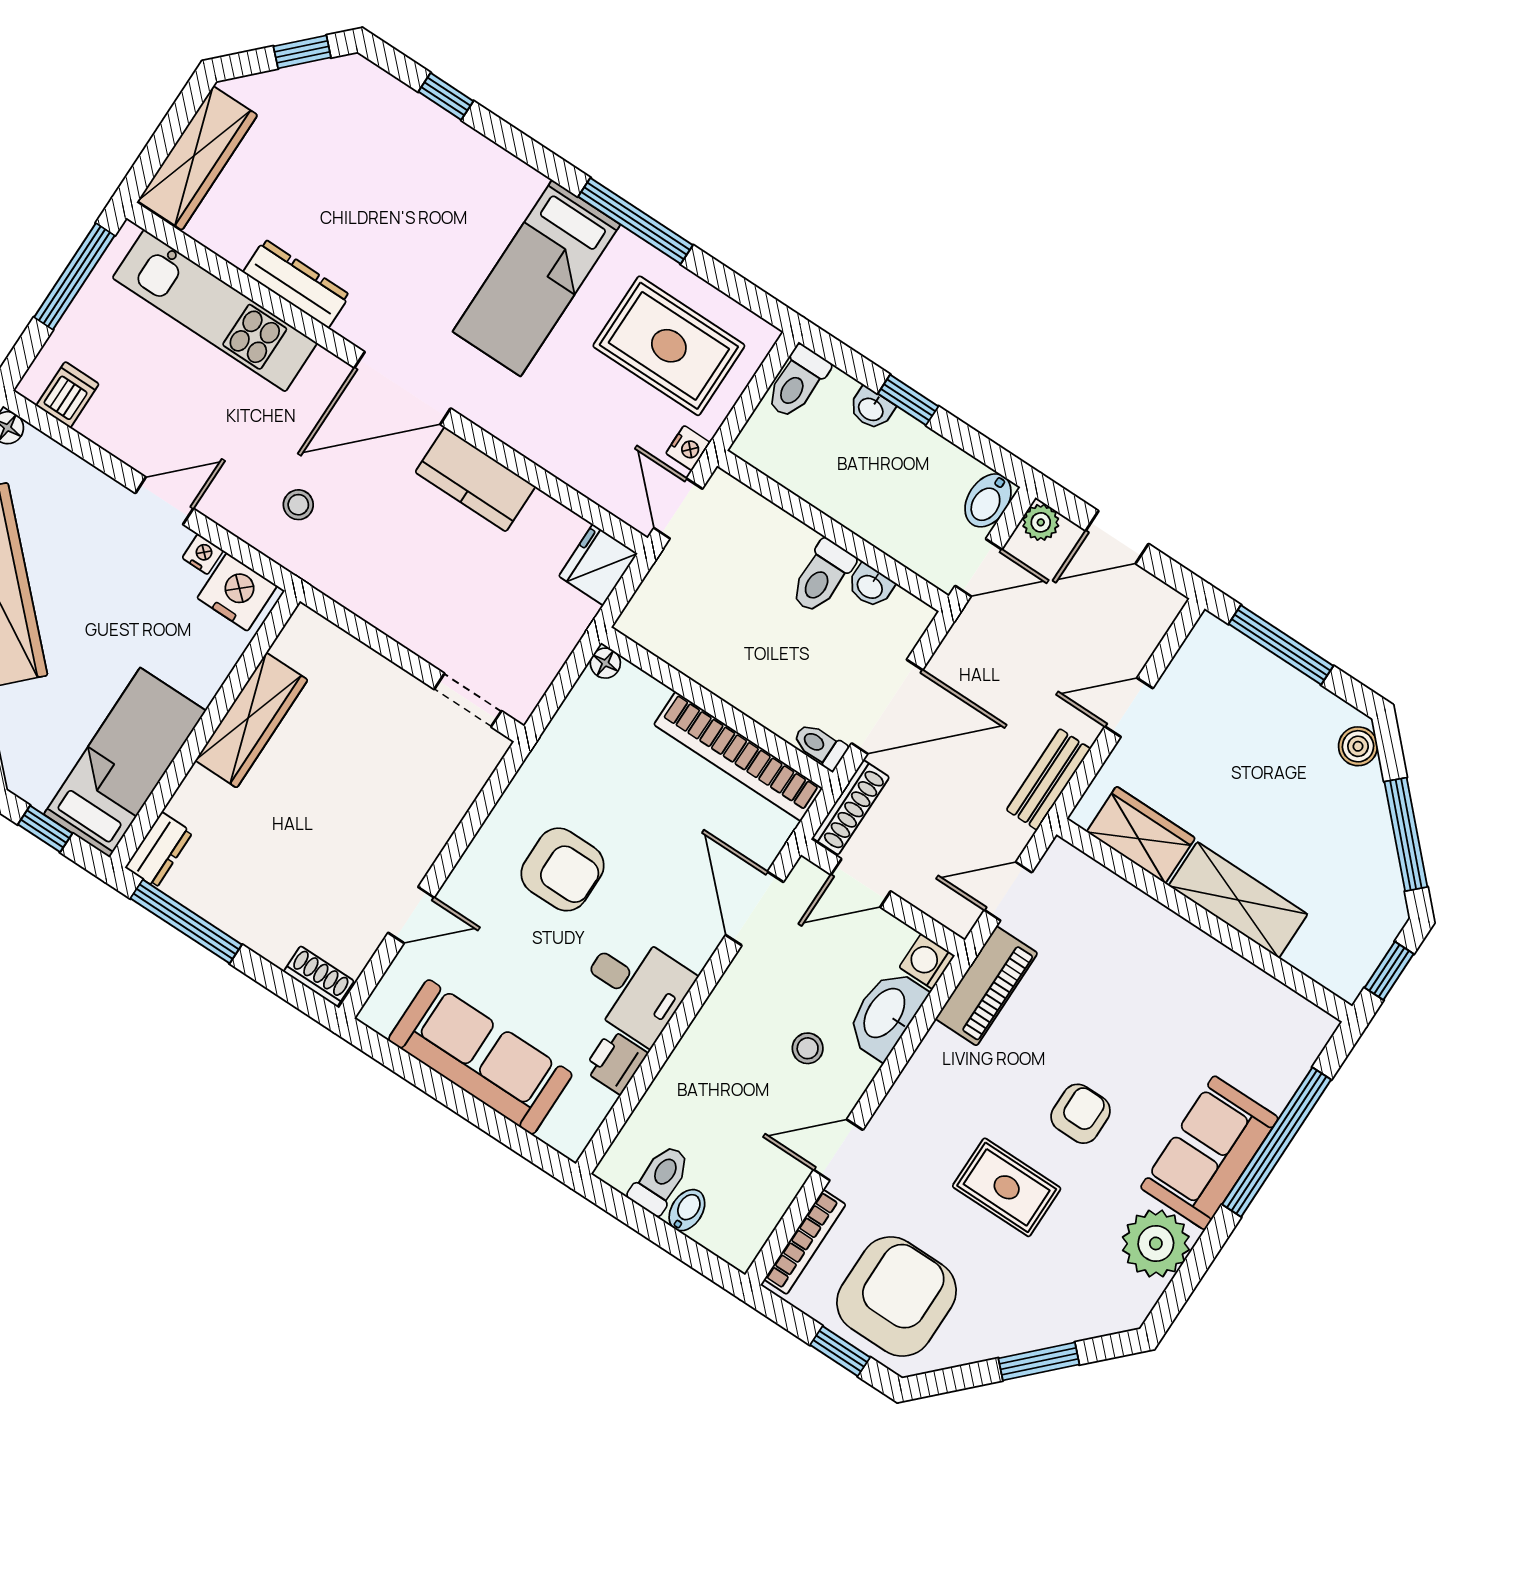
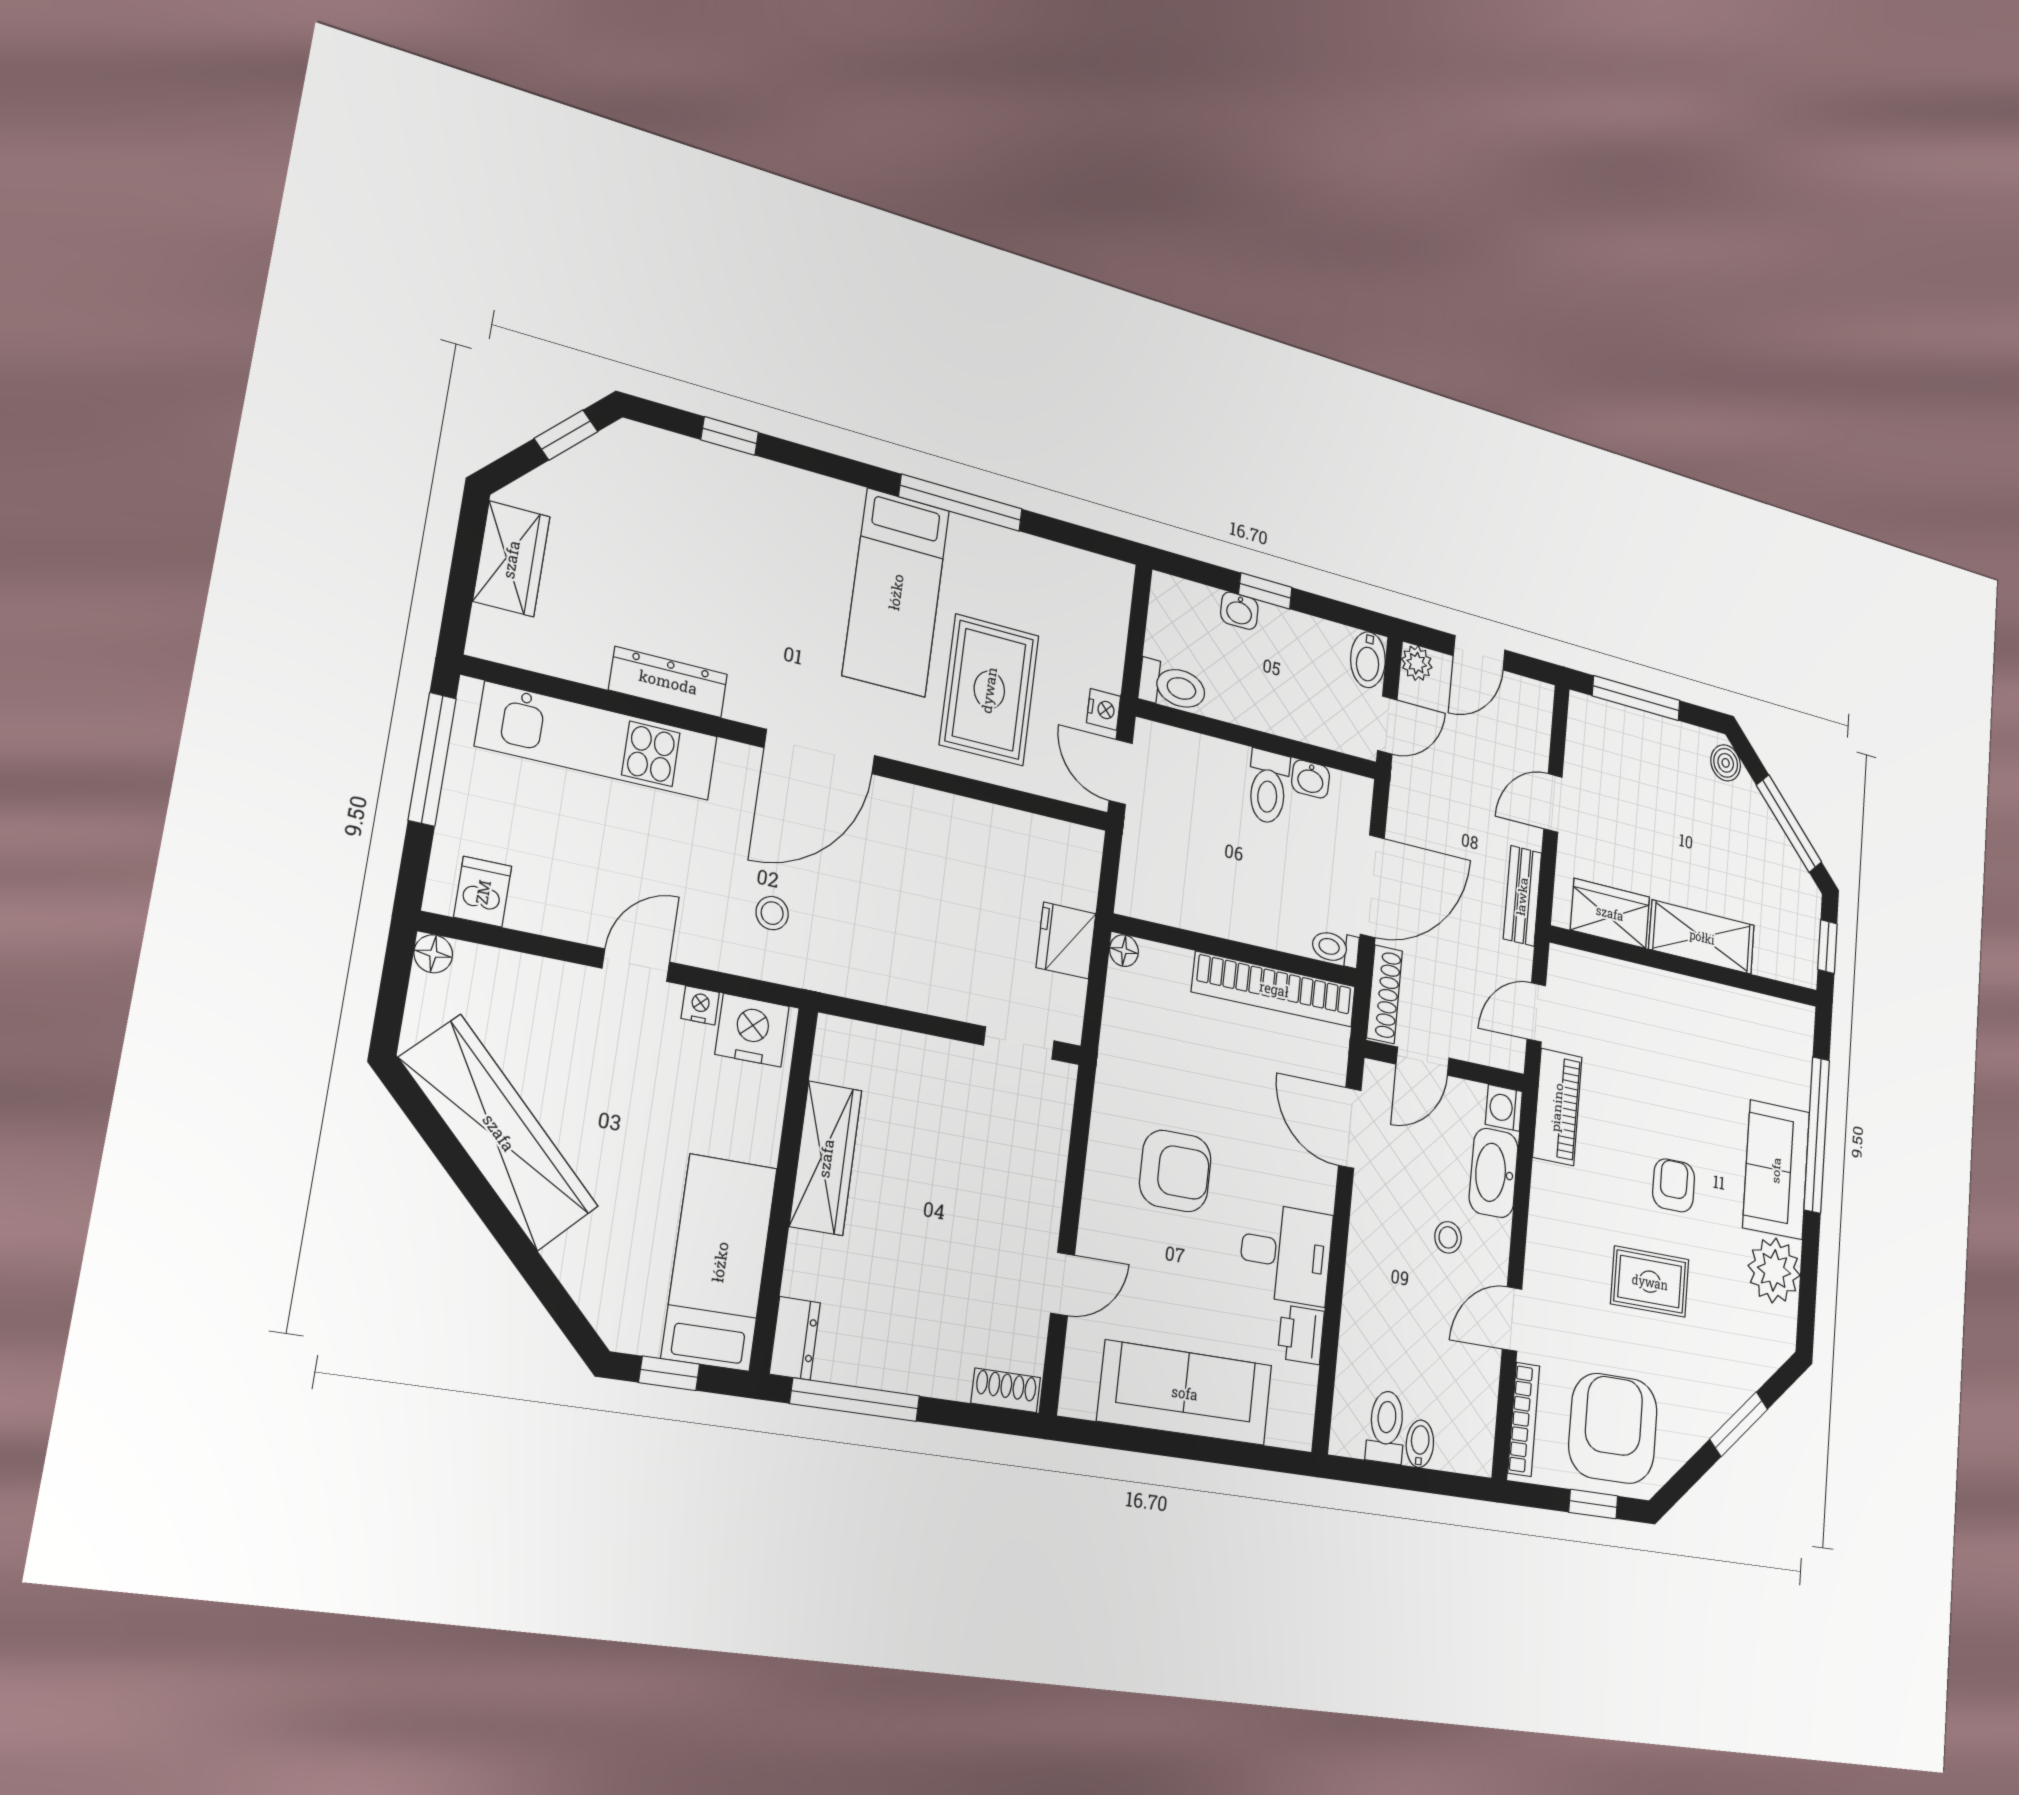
wardrobe: (198, 158) -> (511, 559), width x0.67
rug: (669, 346) -> (989, 690), moved, turned 90
toilet: (797, 382) -> (1172, 686), moved, turned -90
kitchen counter: (475, 479) -> (929, 817), removed
fridge: (598, 565) -> (1066, 940), moved

